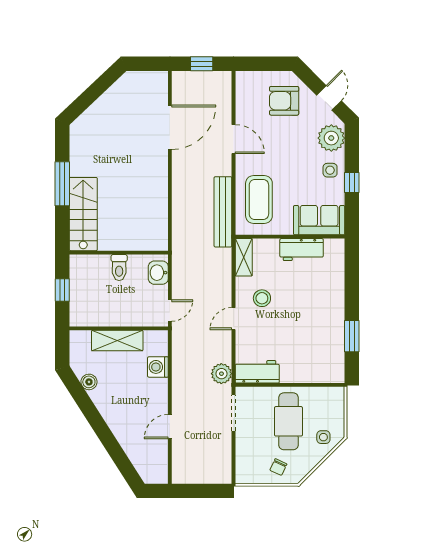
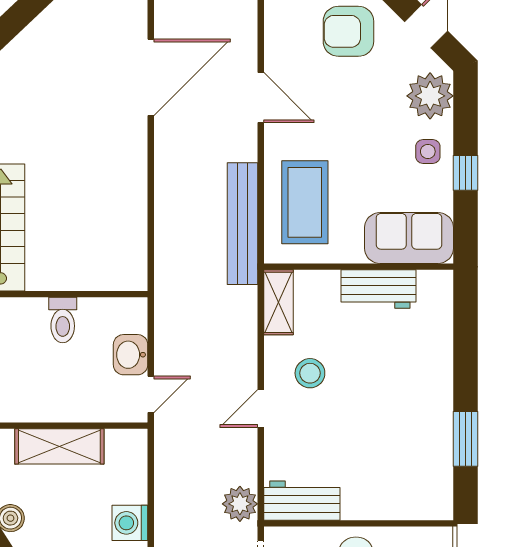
washbasin: (158, 273) -> (131, 355), moved
washing machine: (158, 367) -> (130, 523), moved

